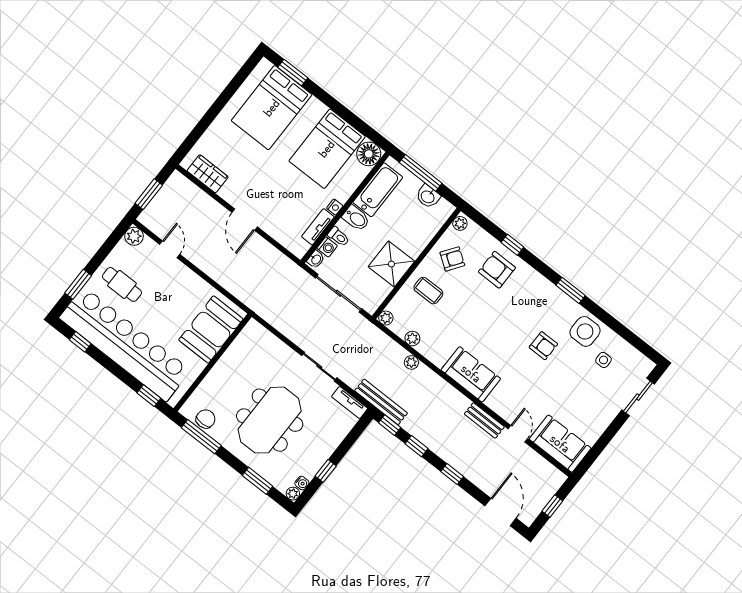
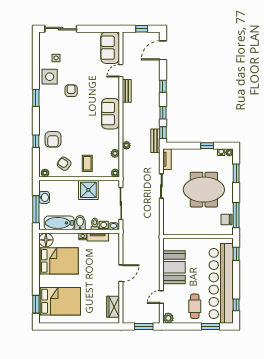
booth: (211, 329) -> (174, 267), moved, turned 90
sliding door: (638, 397) -> (61, 29), width x1.37
bench: (381, 402) -> (155, 141), width x0.73

